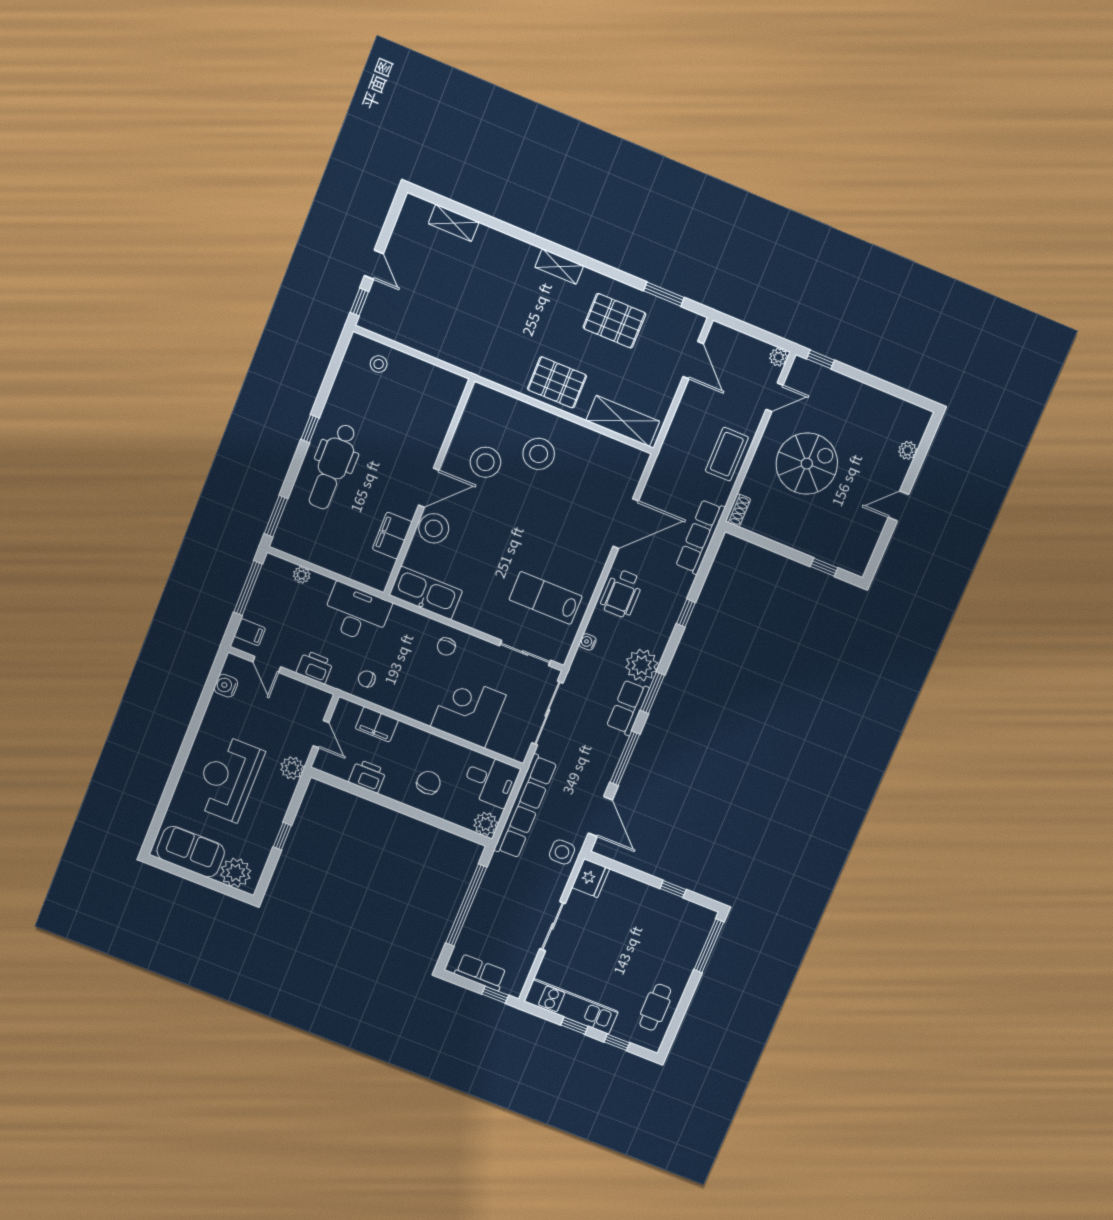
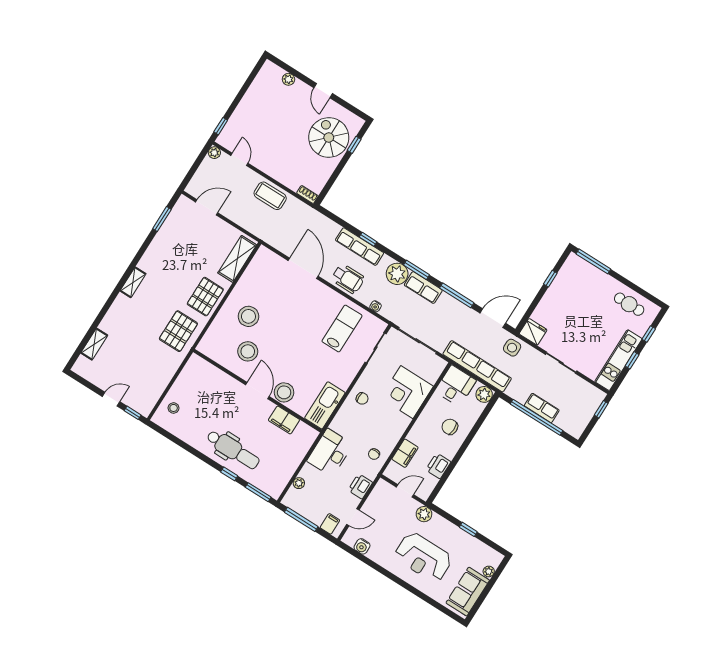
pallet: (614, 321) -> (178, 331), moved
window: (310, 429) -> (229, 474), moved
spiral stairs: (807, 464) -> (329, 137), moved
row of seats: (700, 537) -> (360, 247), moved
lab bench: (546, 598) -> (342, 328), turned 180
plant: (236, 873) -> (489, 572), width x0.53, depth x0.53
row of seats: (480, 972) -> (542, 408), moved, turned 90

